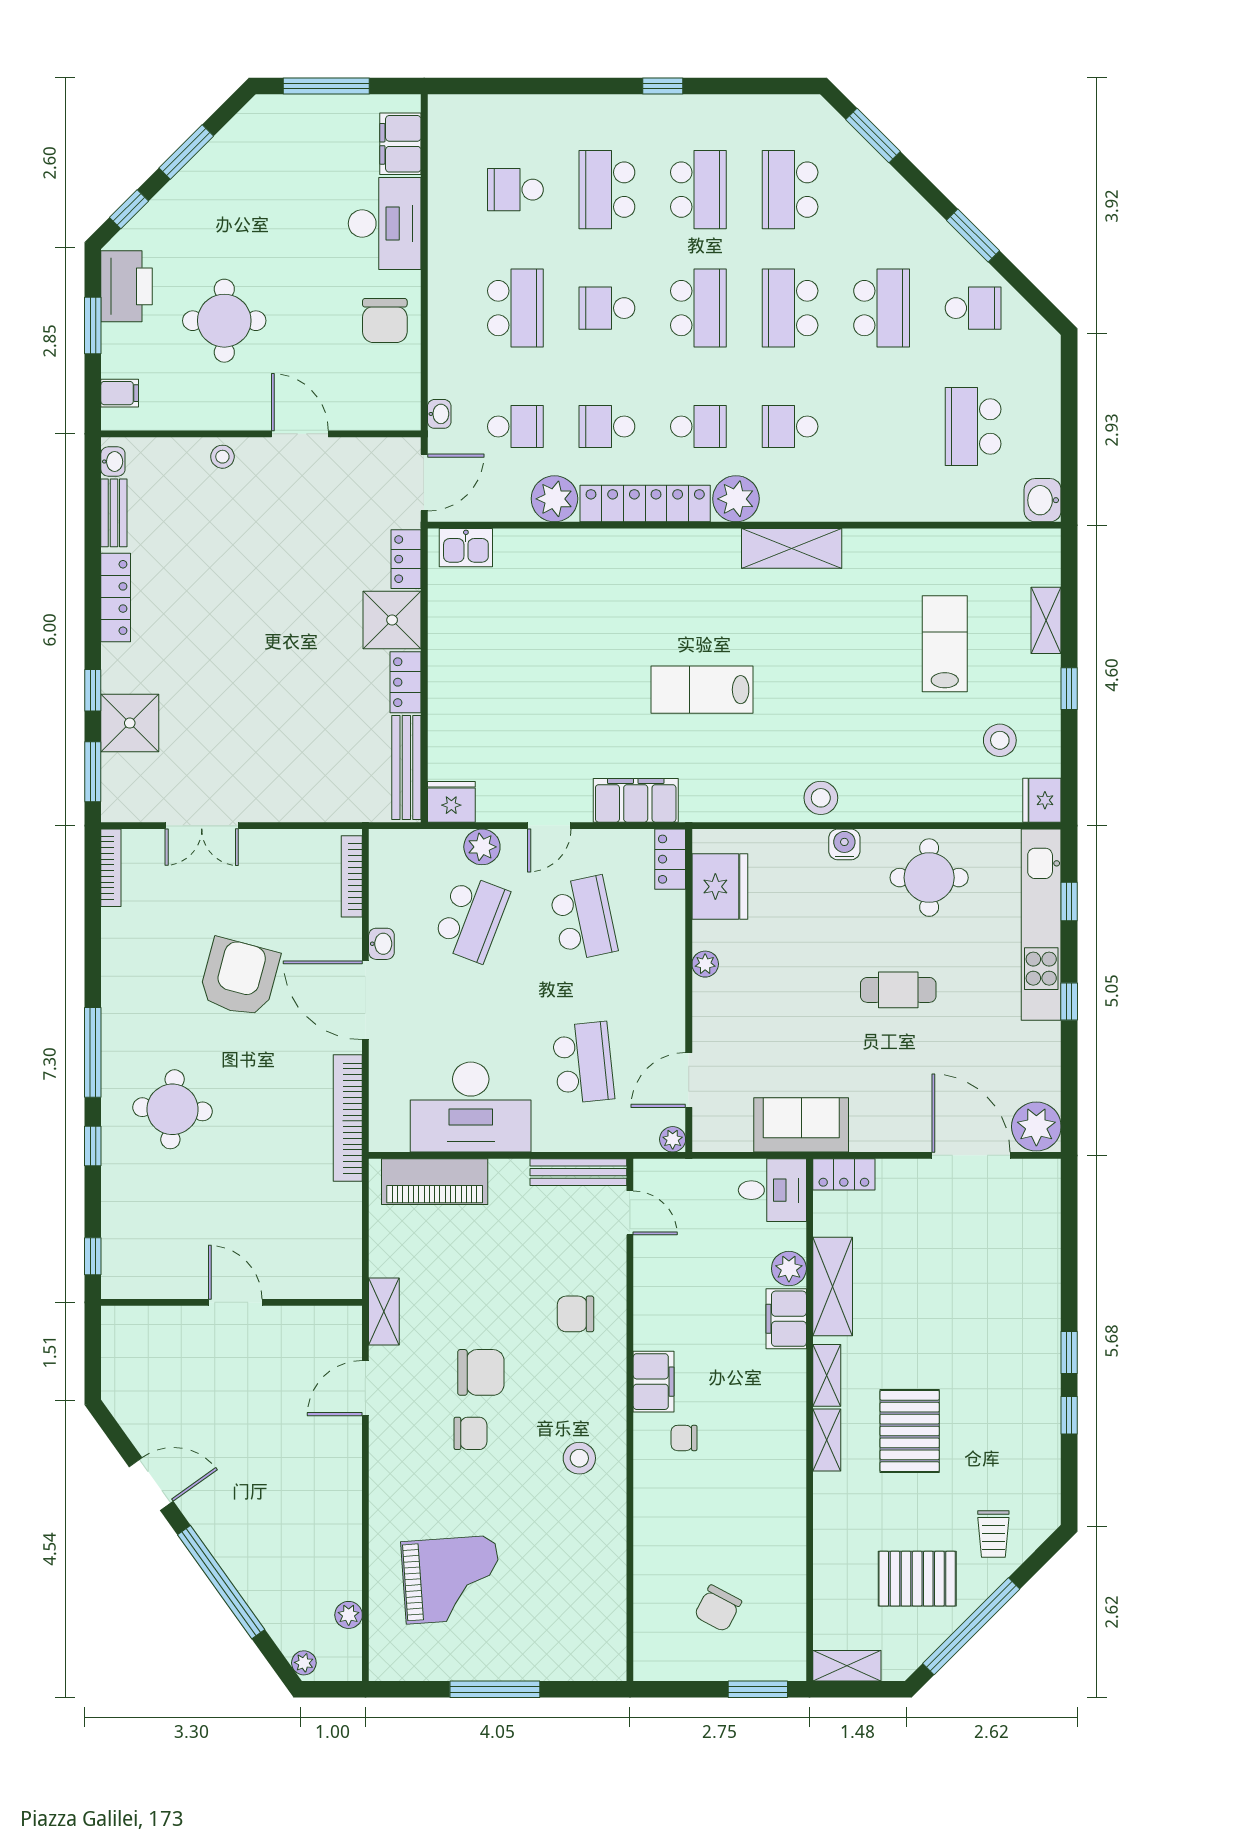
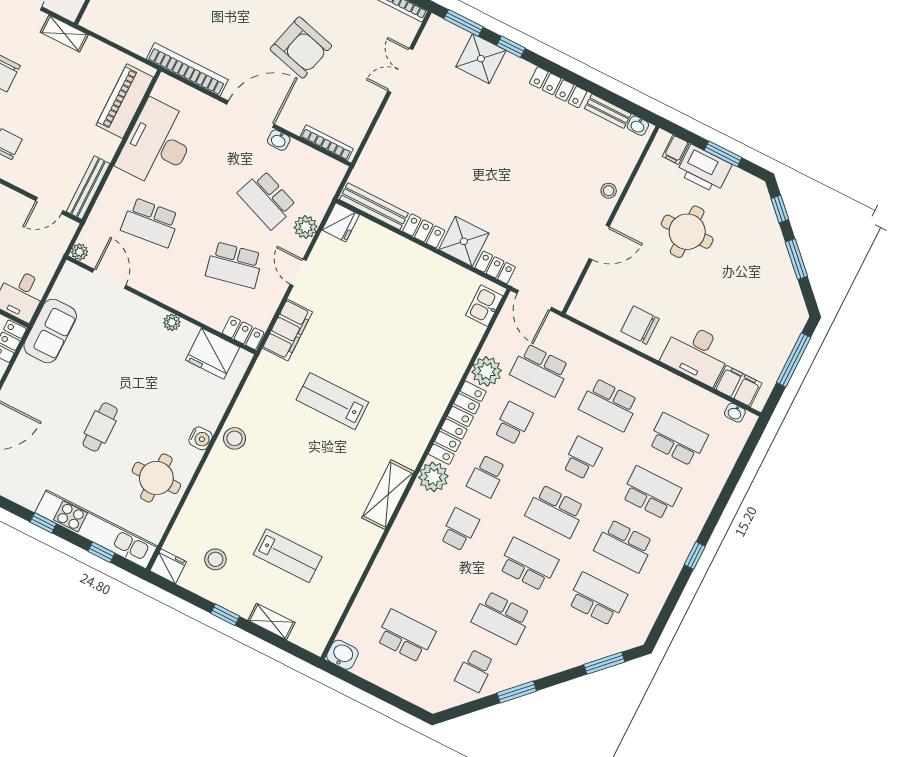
school desk: (515, 190) -> (678, 439), width x1.85
printer: (127, 286) -> (704, 169), moved
washbasin: (439, 414) -> (735, 413), moved
school desk: (515, 426) -> (540, 370), width x1.85
lab bench: (702, 690) -> (332, 401), turned -90

